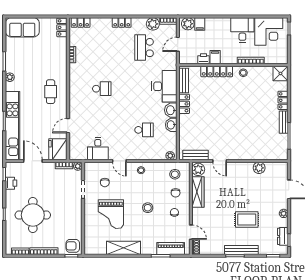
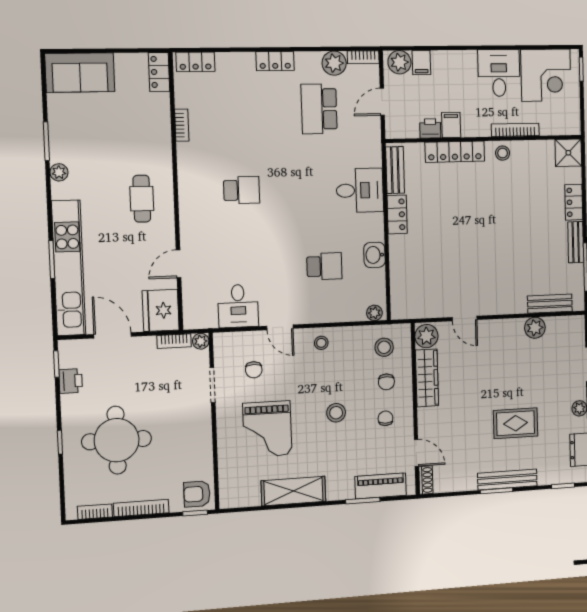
desk: (164, 86) -> (360, 190), width x0.73
washbasin: (171, 110) -> (373, 227), removed
bench: (195, 155) -> (550, 304), moved

